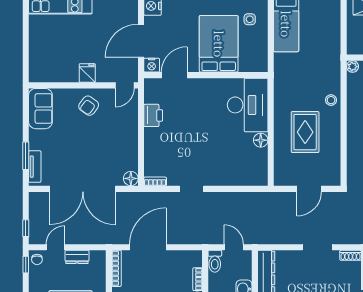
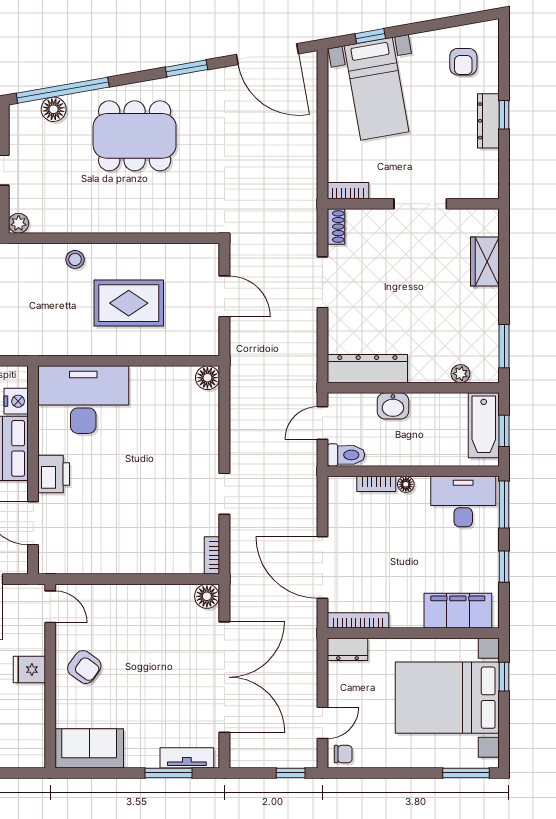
nightstand: (152, 65) -> (16, 401), moved
printer: (153, 115) -> (54, 474), moved, turned 90
floor lamp: (261, 140) -> (207, 378), moved
door: (56, 247) -> (322, 723), swing flipped
dresser: (77, 257) -> (348, 649), moved, turned 90
window: (26, 265) -> (352, 773), removed

